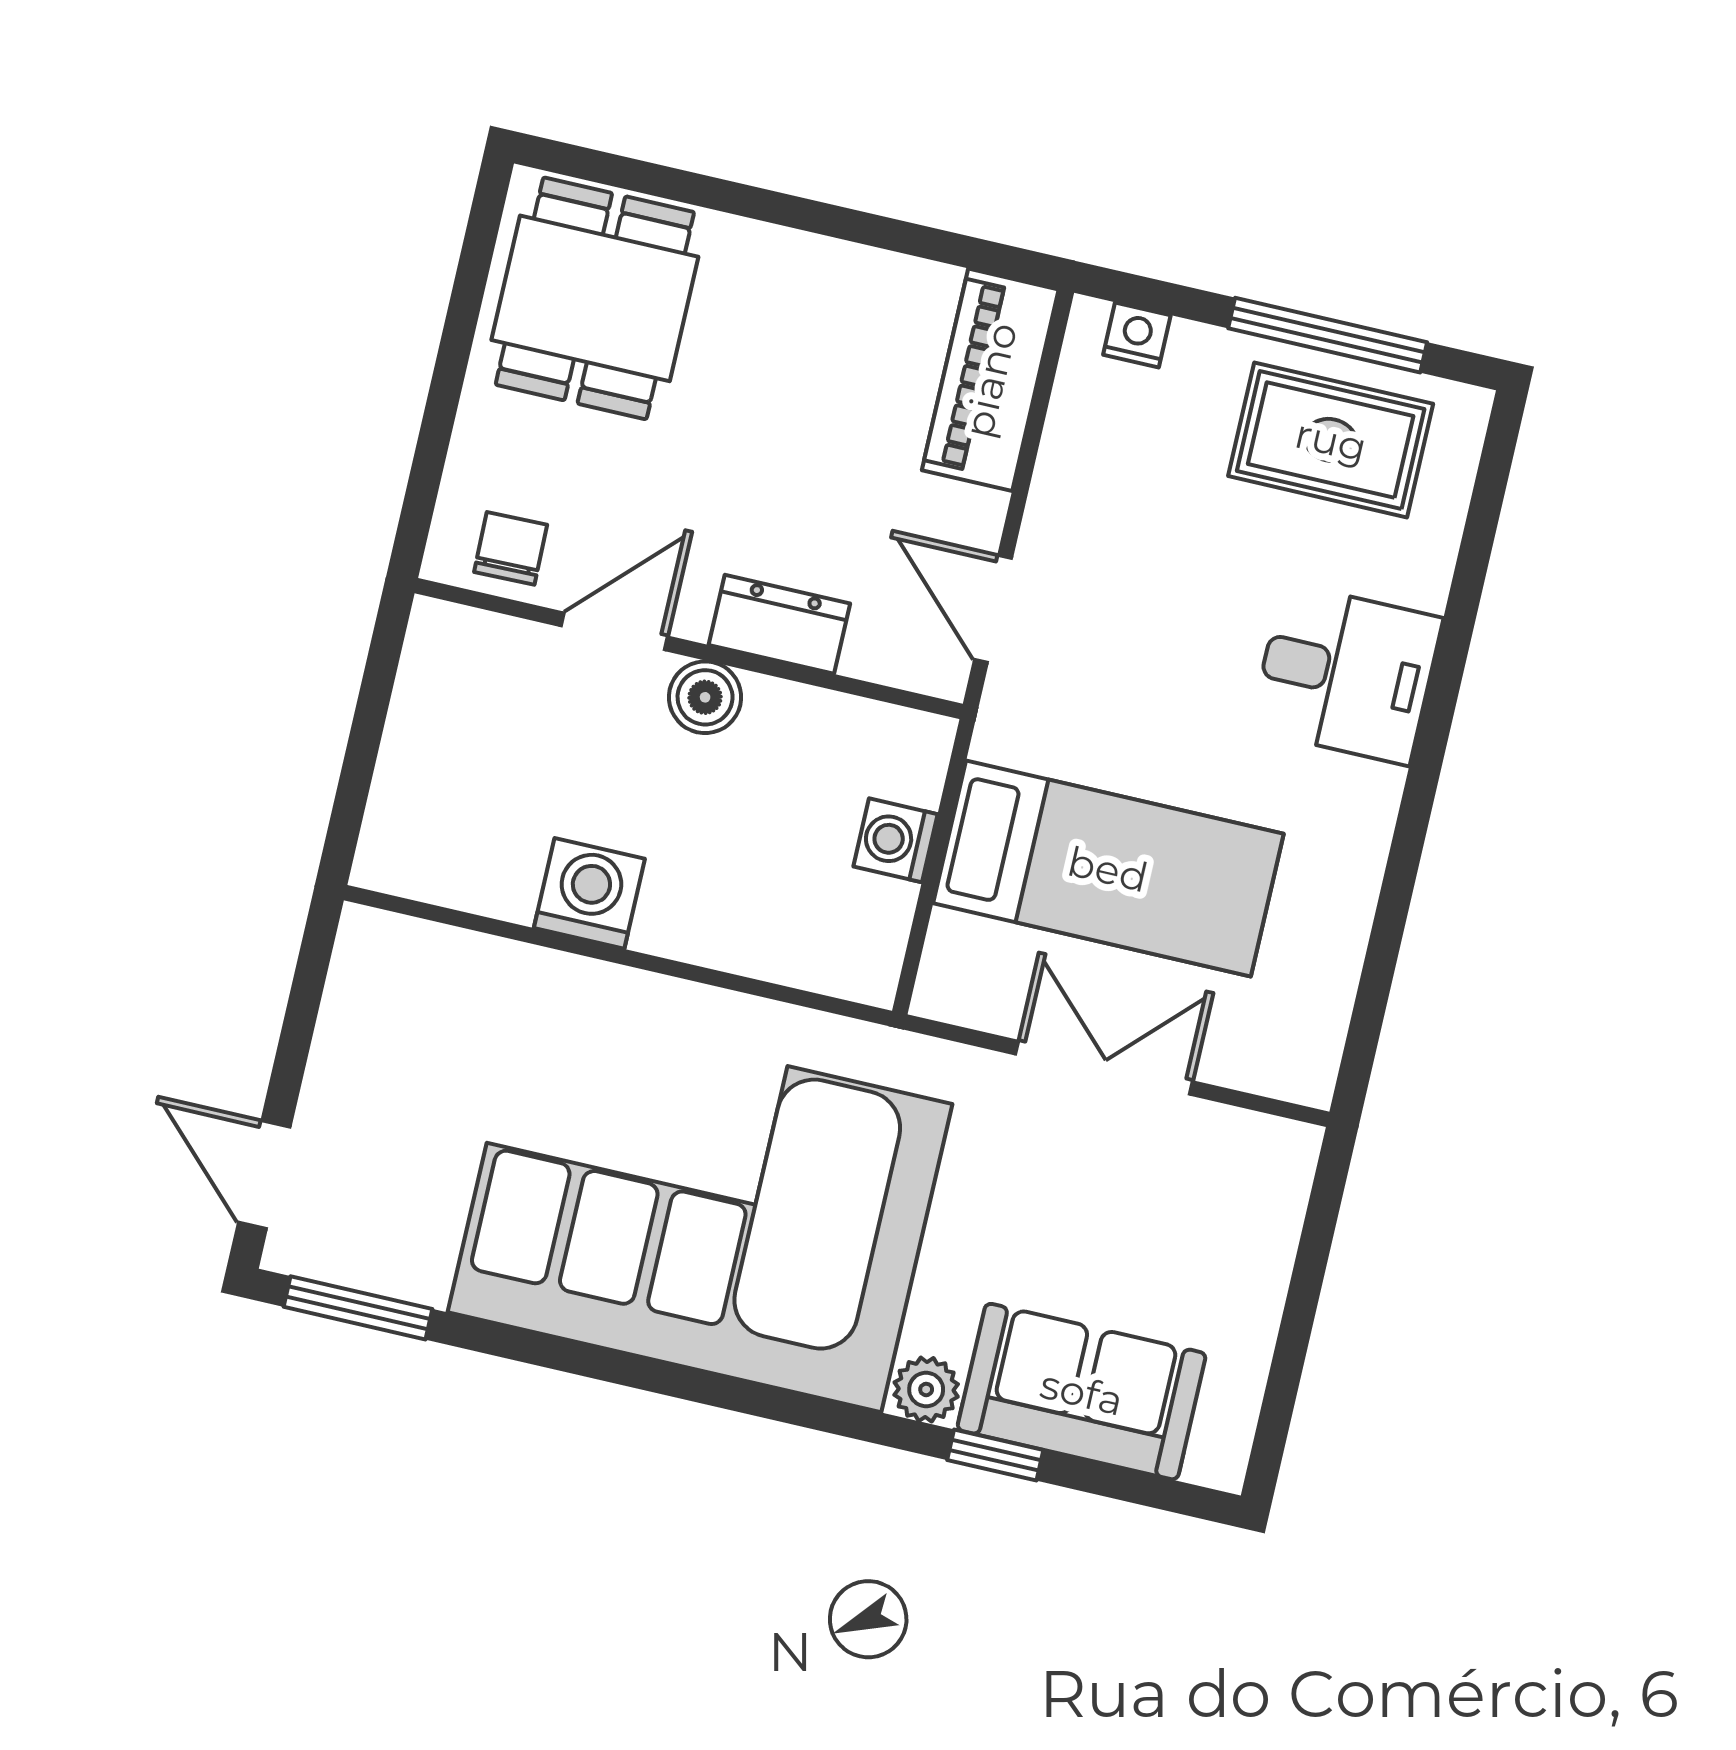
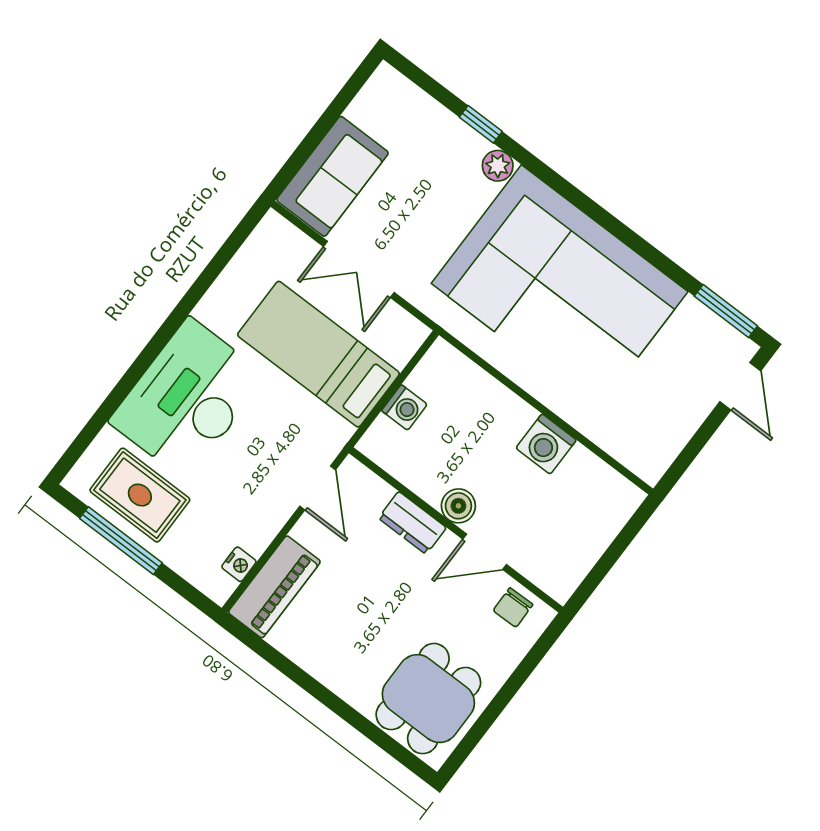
nightstand: (1137, 335) -> (239, 564), moved, turned -90
desk: (1346, 674) -> (188, 399), width x1.87, depth x1.30
sofa: (1082, 1392) -> (333, 176), moved, turned -90

